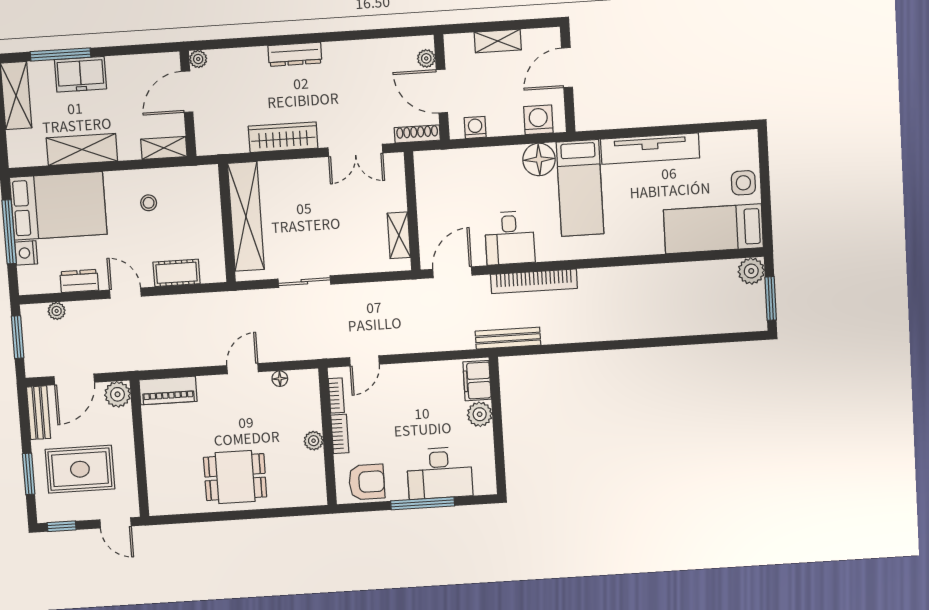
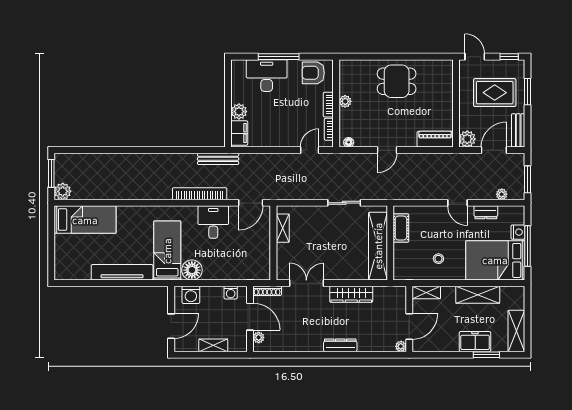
window: (61, 54) -> (486, 355), width x0.69
side table: (743, 183) -> (65, 247), removed
cot: (177, 273) -> (401, 228), moved, turned 90
floor lamp: (280, 379) -> (349, 142), moved

